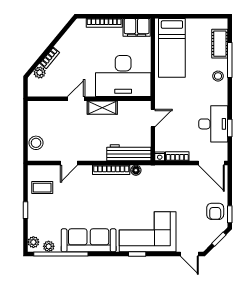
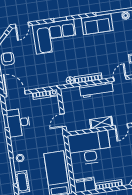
workbench: (129, 153) -> (96, 90), moved
sofa: (89, 240) -> (97, 24), width x0.73
door: (189, 254) -> (22, 25), swing flipped

